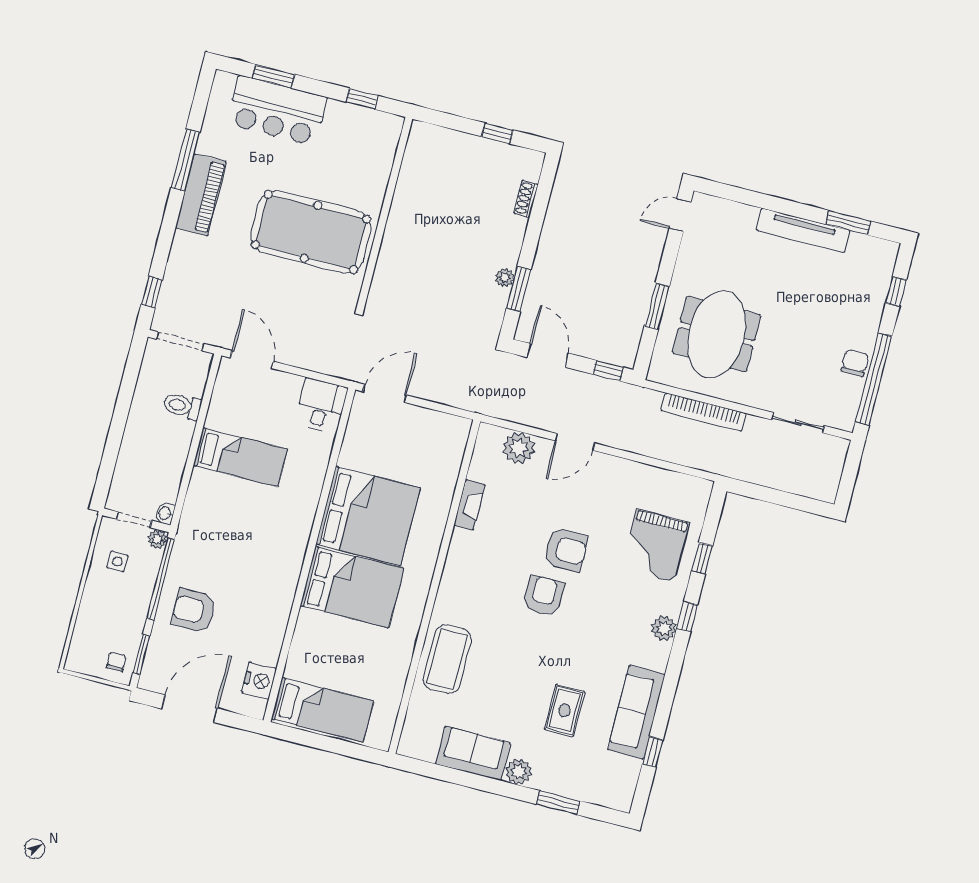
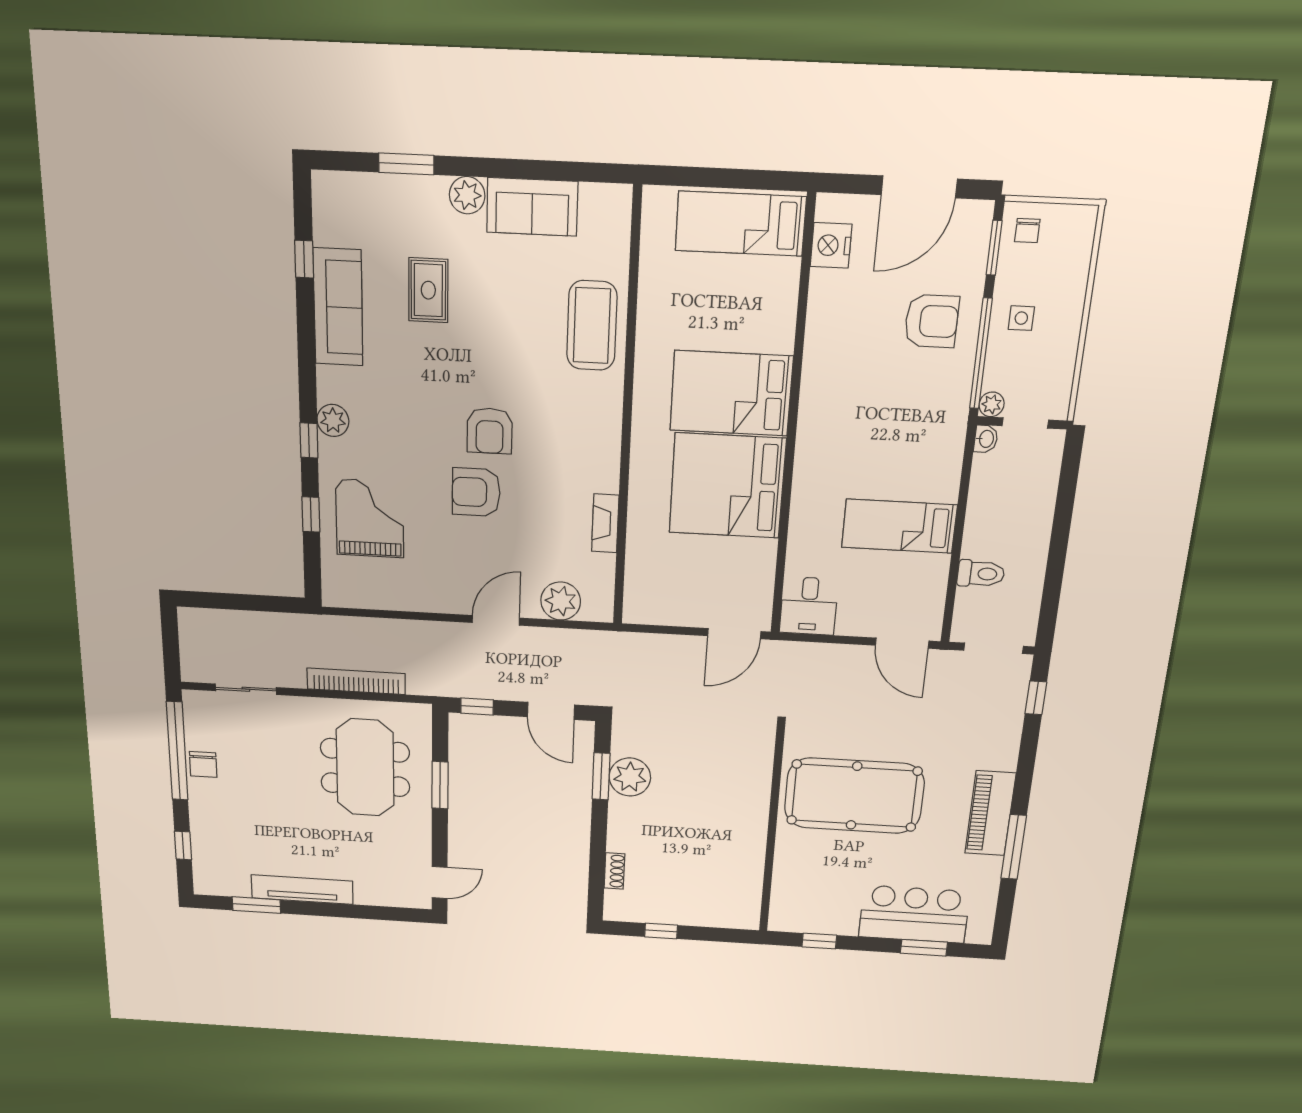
plant: (505, 278) -> (630, 777), width x1.87, depth x1.87
side table: (117, 561) -> (1021, 318), moved

